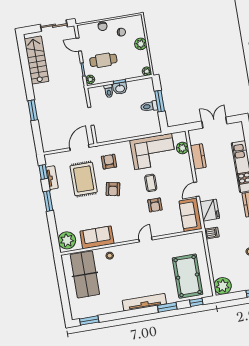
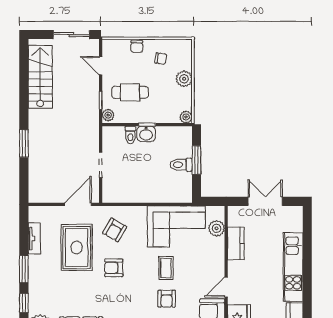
armchair: (109, 162) -> (115, 230), turned -150
window: (43, 172) -> (24, 303), moved
armchair: (113, 189) -> (114, 268), turned 79

